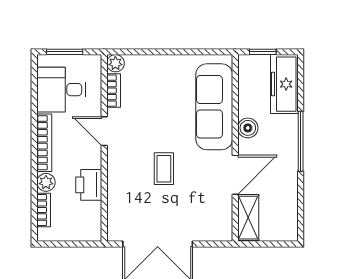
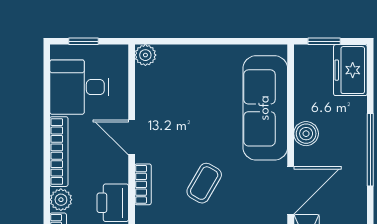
window: (65, 52) -> (84, 41), width x0.67
freezer: (284, 84) -> (350, 70), width x0.71
bookcase: (114, 91) -> (143, 184), moved
coffee table: (164, 169) -> (204, 183), turned 30

